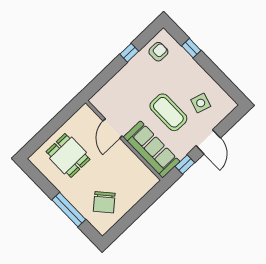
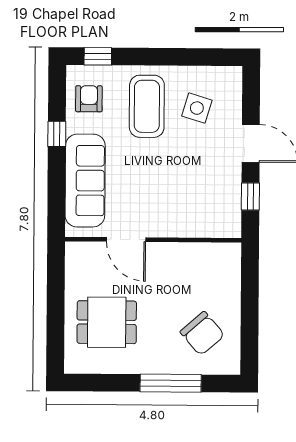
window: (191, 48) -> (98, 56), moved
coffee table: (168, 112) -> (147, 106), moved, turned 90
sofa: (152, 149) -> (85, 181), moved, turned 90

